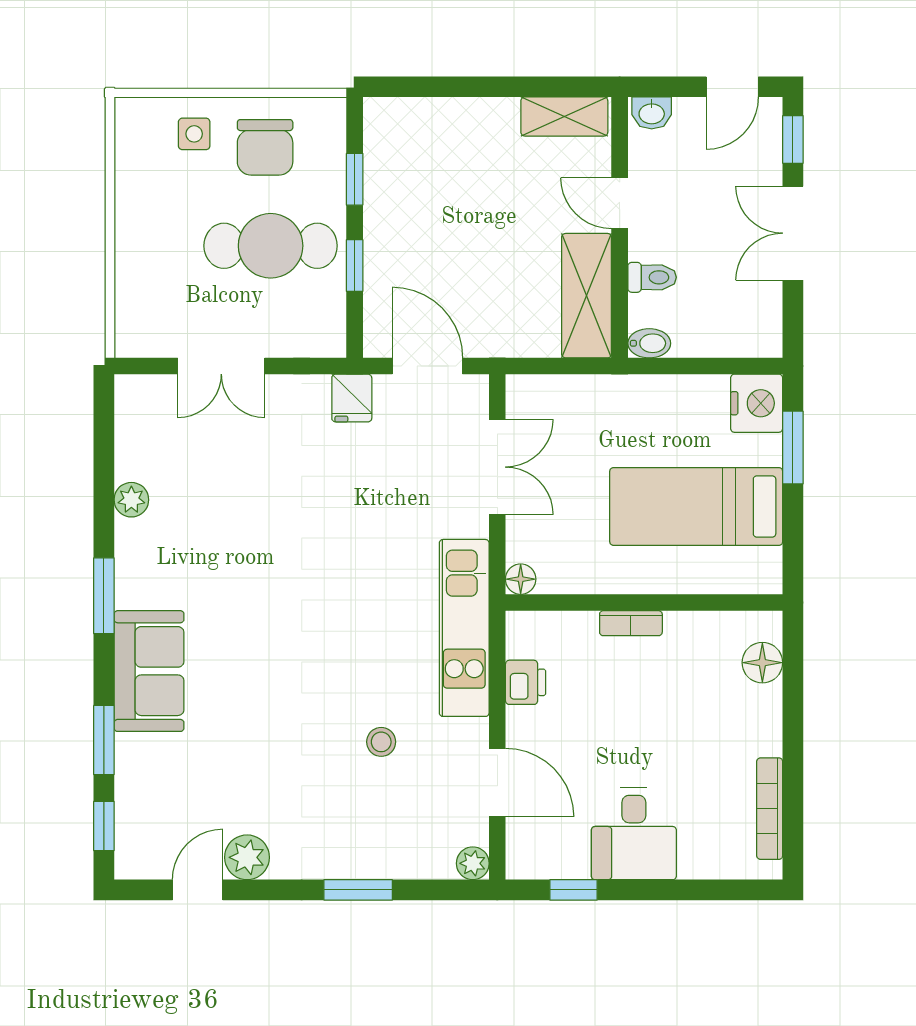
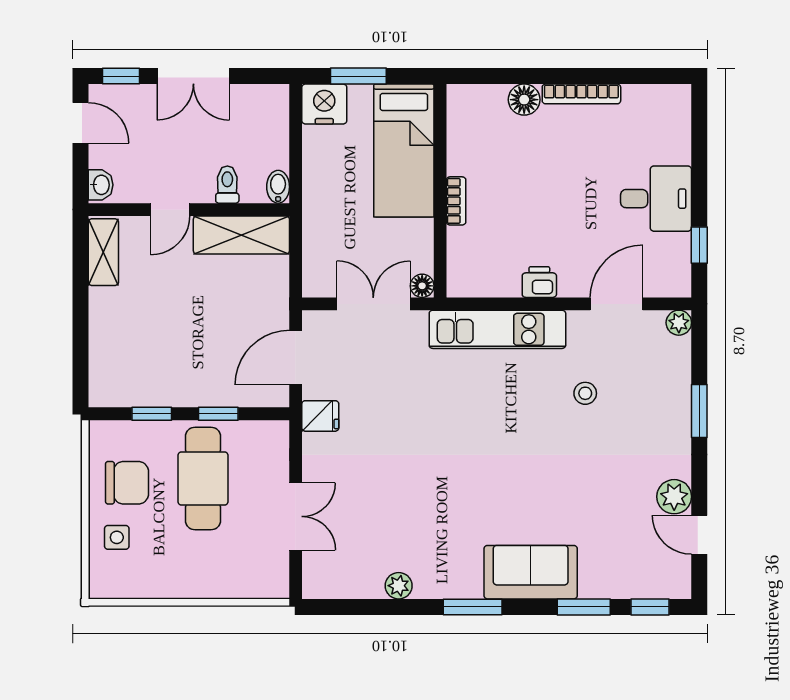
floor lamp: (521, 579) -> (422, 286), moved
wall: (644, 602) -> (440, 191), moved
bookcase: (631, 623) -> (456, 201), moved
bookcase: (770, 809) -> (581, 94), moved

